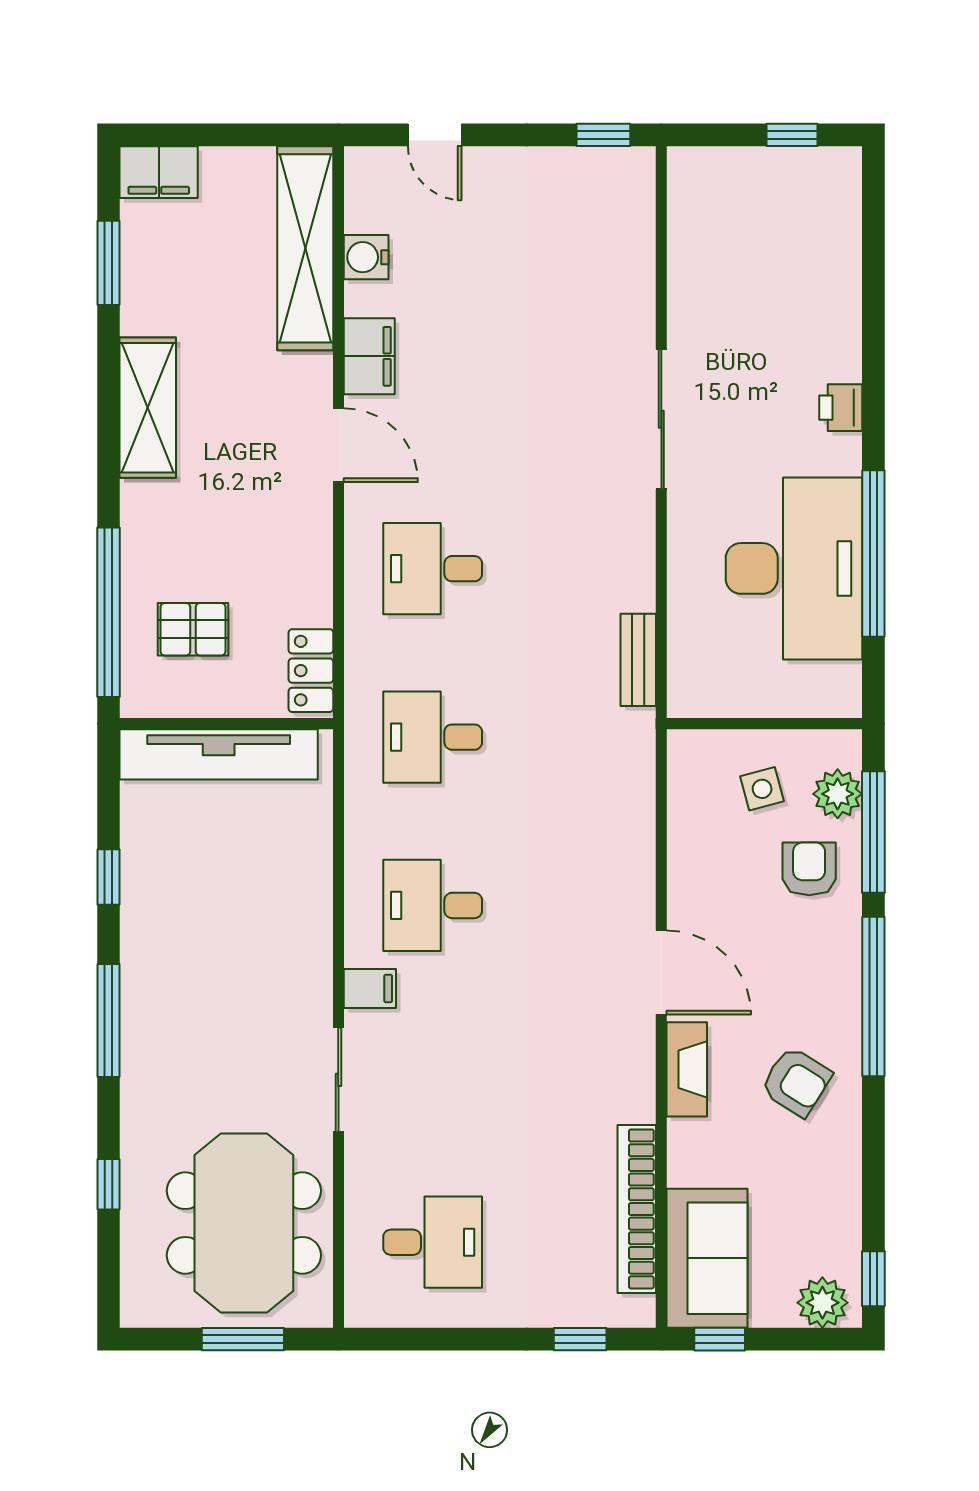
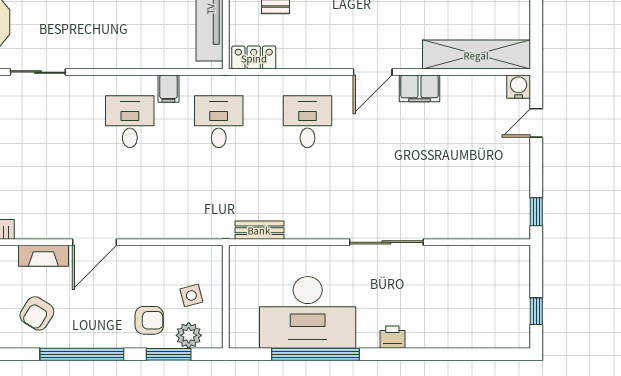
water cooler: (366, 257) -> (519, 87), moved
window: (873, 832) -> (169, 354), width x0.69
filing cabinet: (370, 988) -> (168, 89), moved

